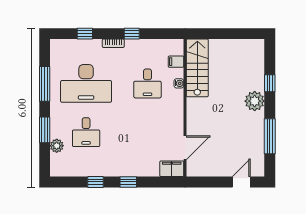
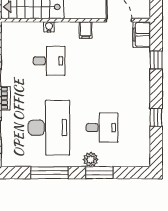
filing cabinet: (176, 62) -> (86, 30), moved
plant: (57, 146) -> (91, 159), moved
window: (128, 182) -> (156, 60), moved

